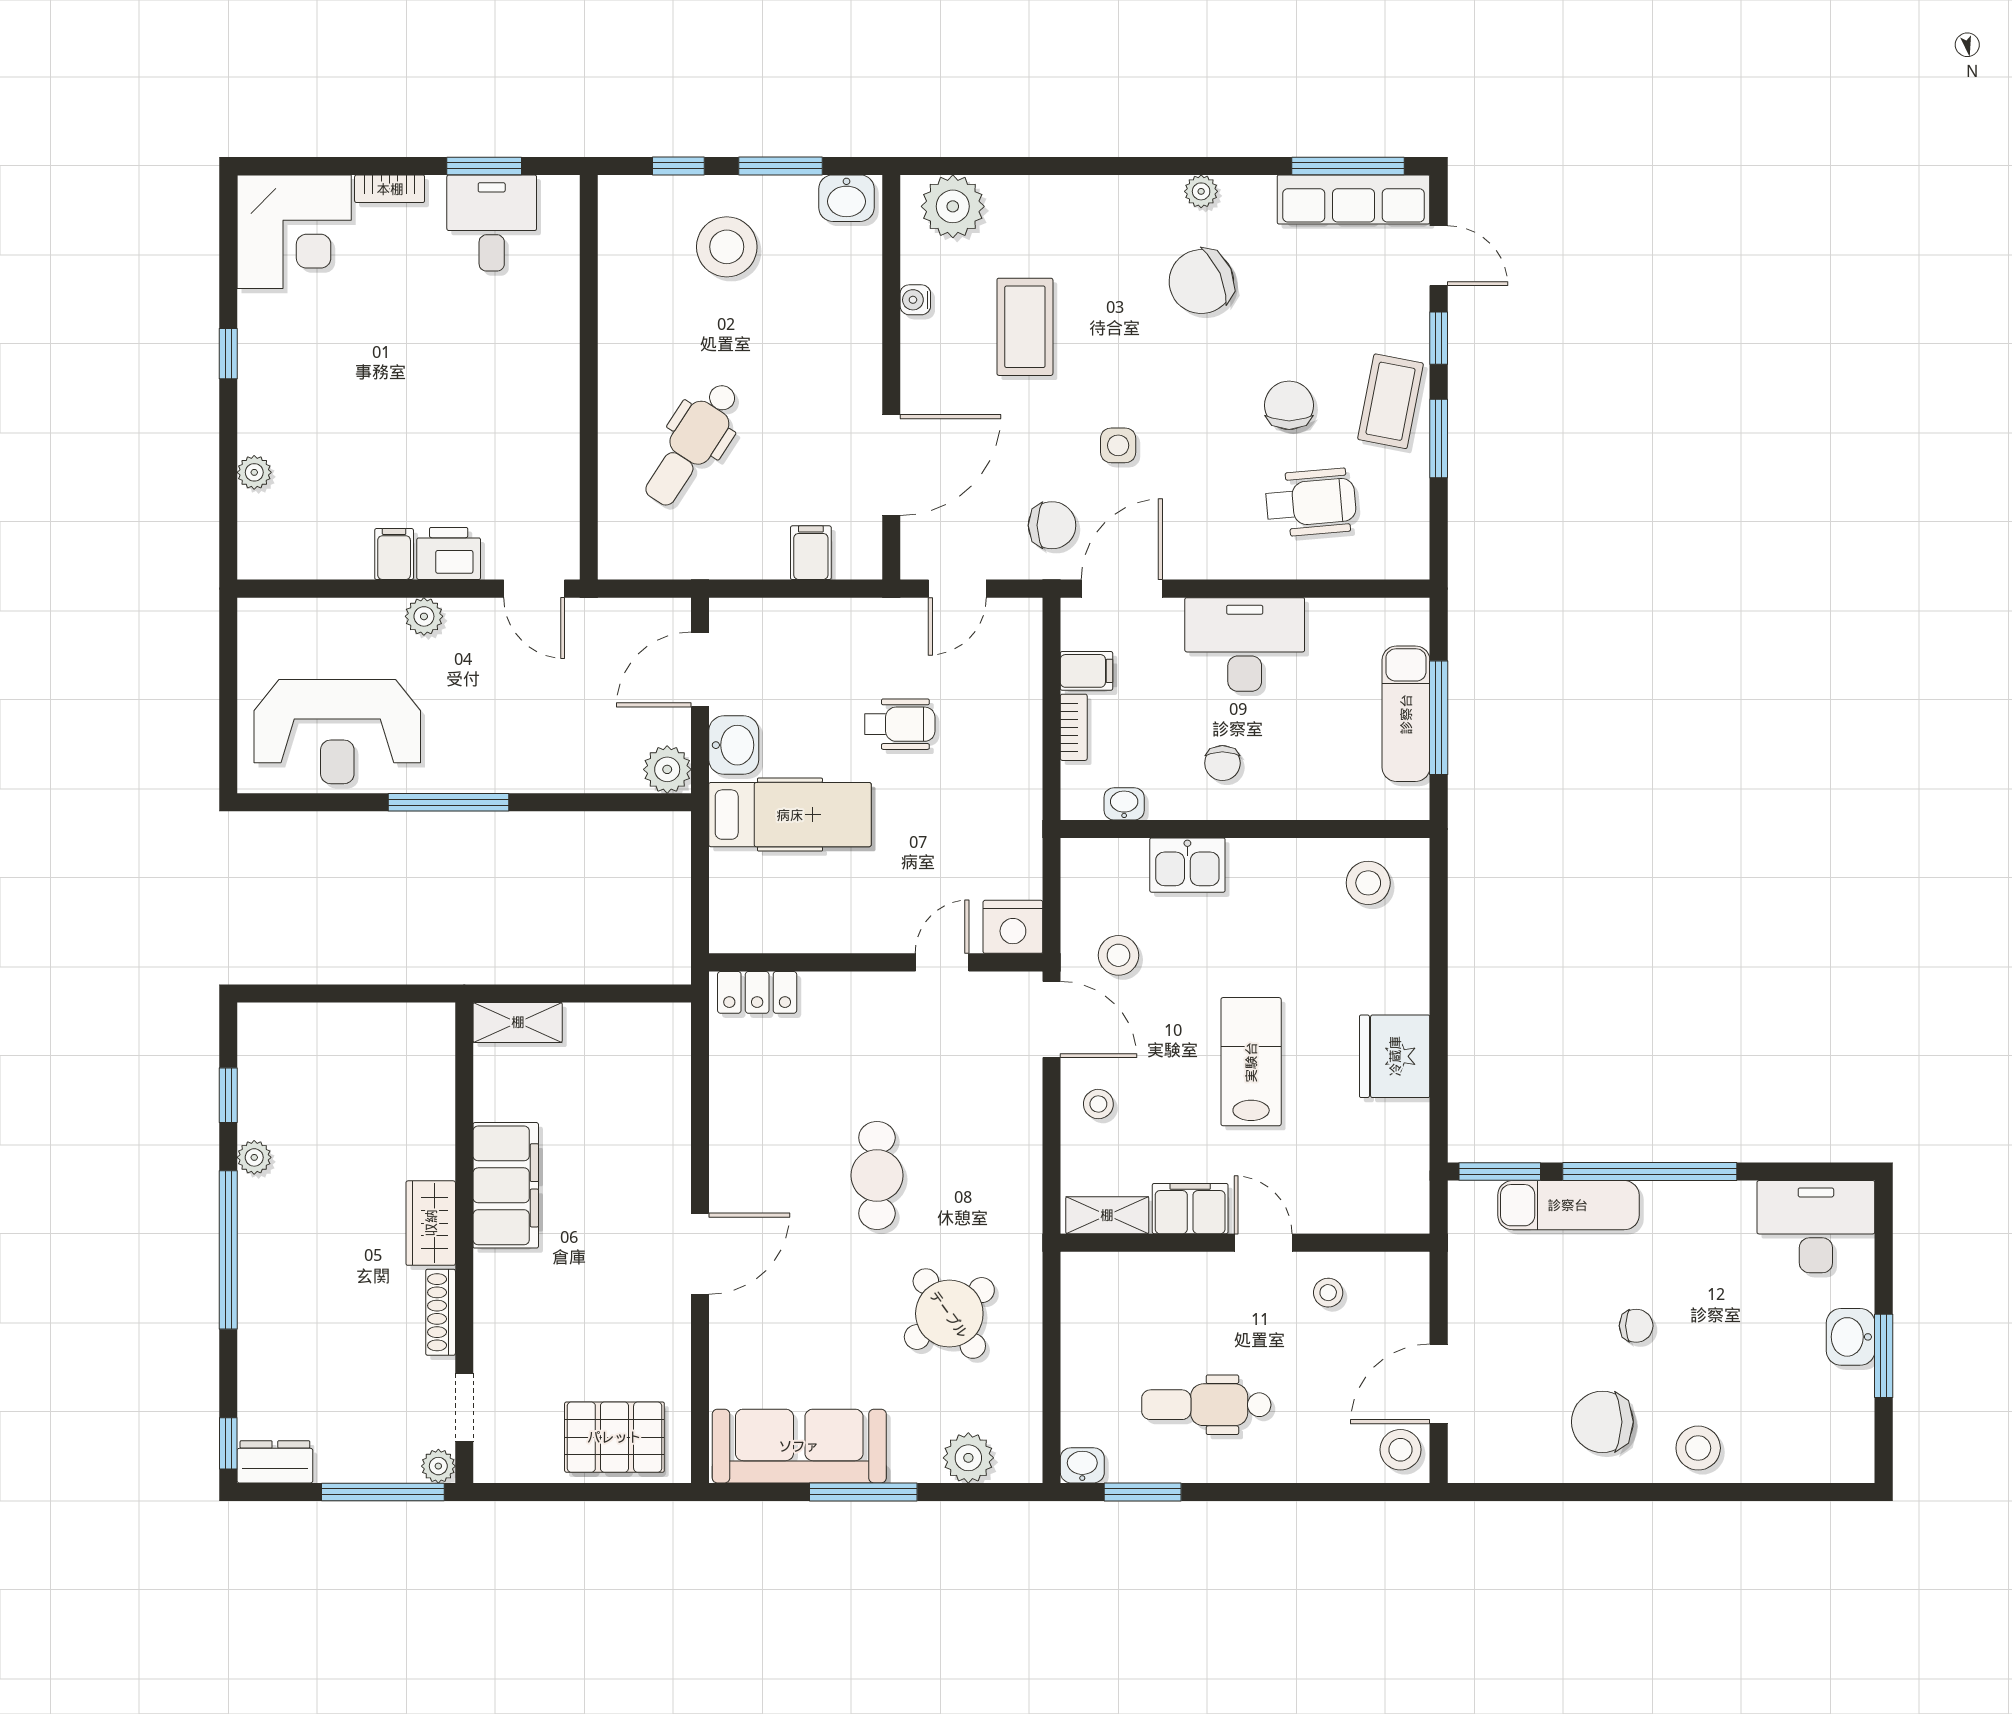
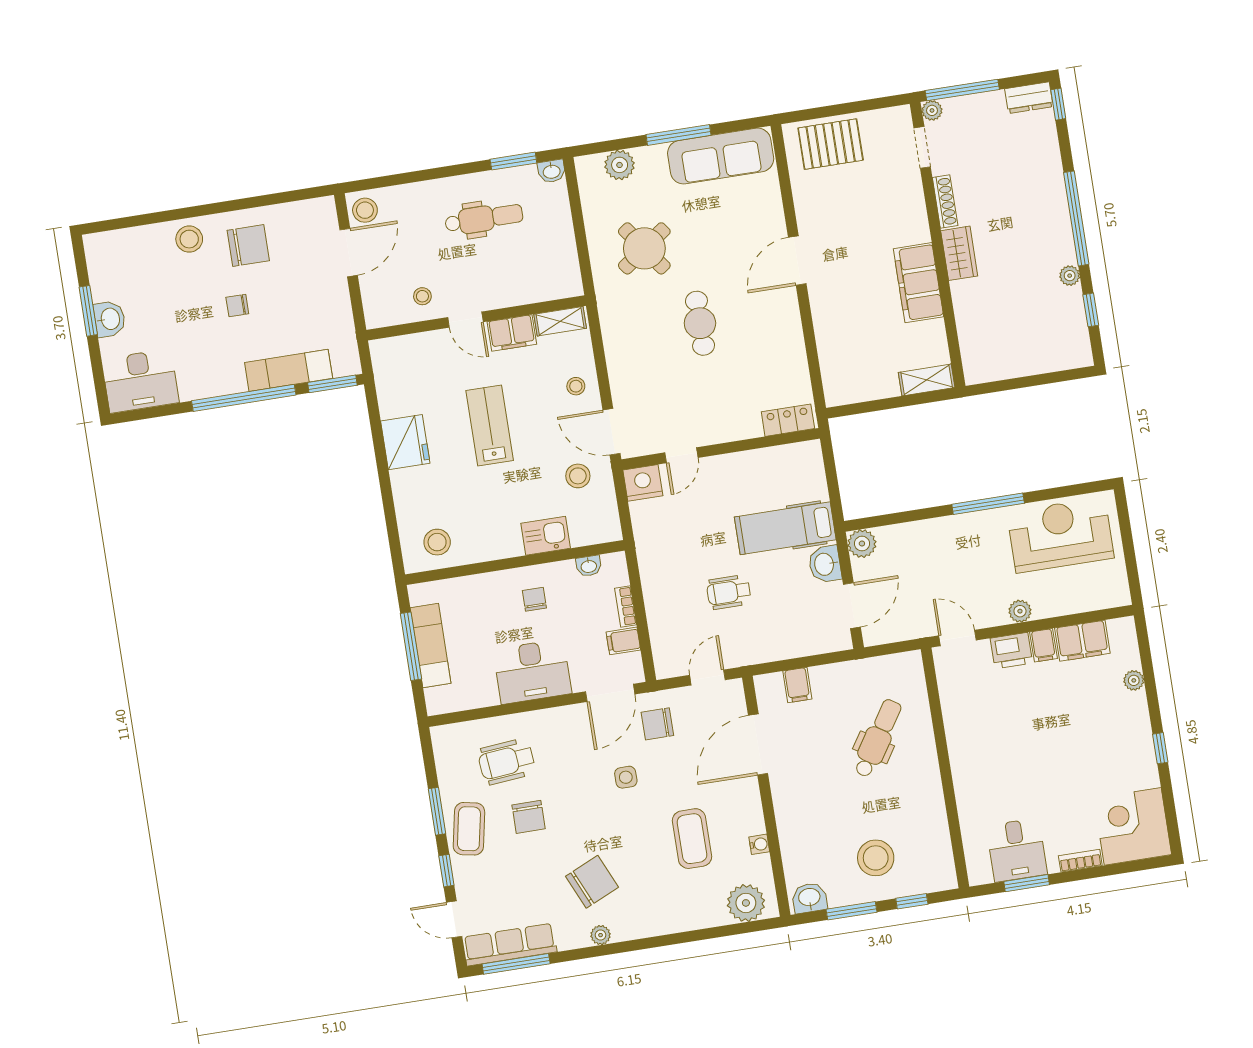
filing cabinet: (329, 551) -> (1082, 641), added
lab bench: (1251, 1062) -> (490, 425), turned 180

